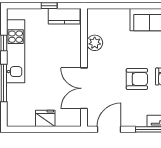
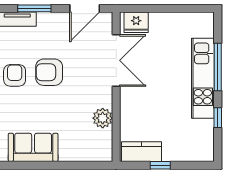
kitchen unit: (16, 51) -> (203, 78), moved
fridge: (45, 118) -> (136, 22), moved

